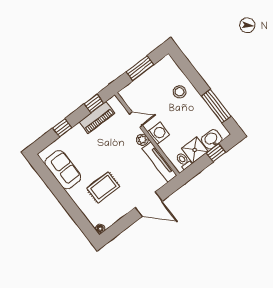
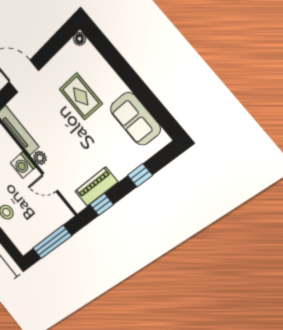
window: (140, 68) -> (52, 242), width x1.44
rug: (103, 187) -> (81, 96), turned 90

